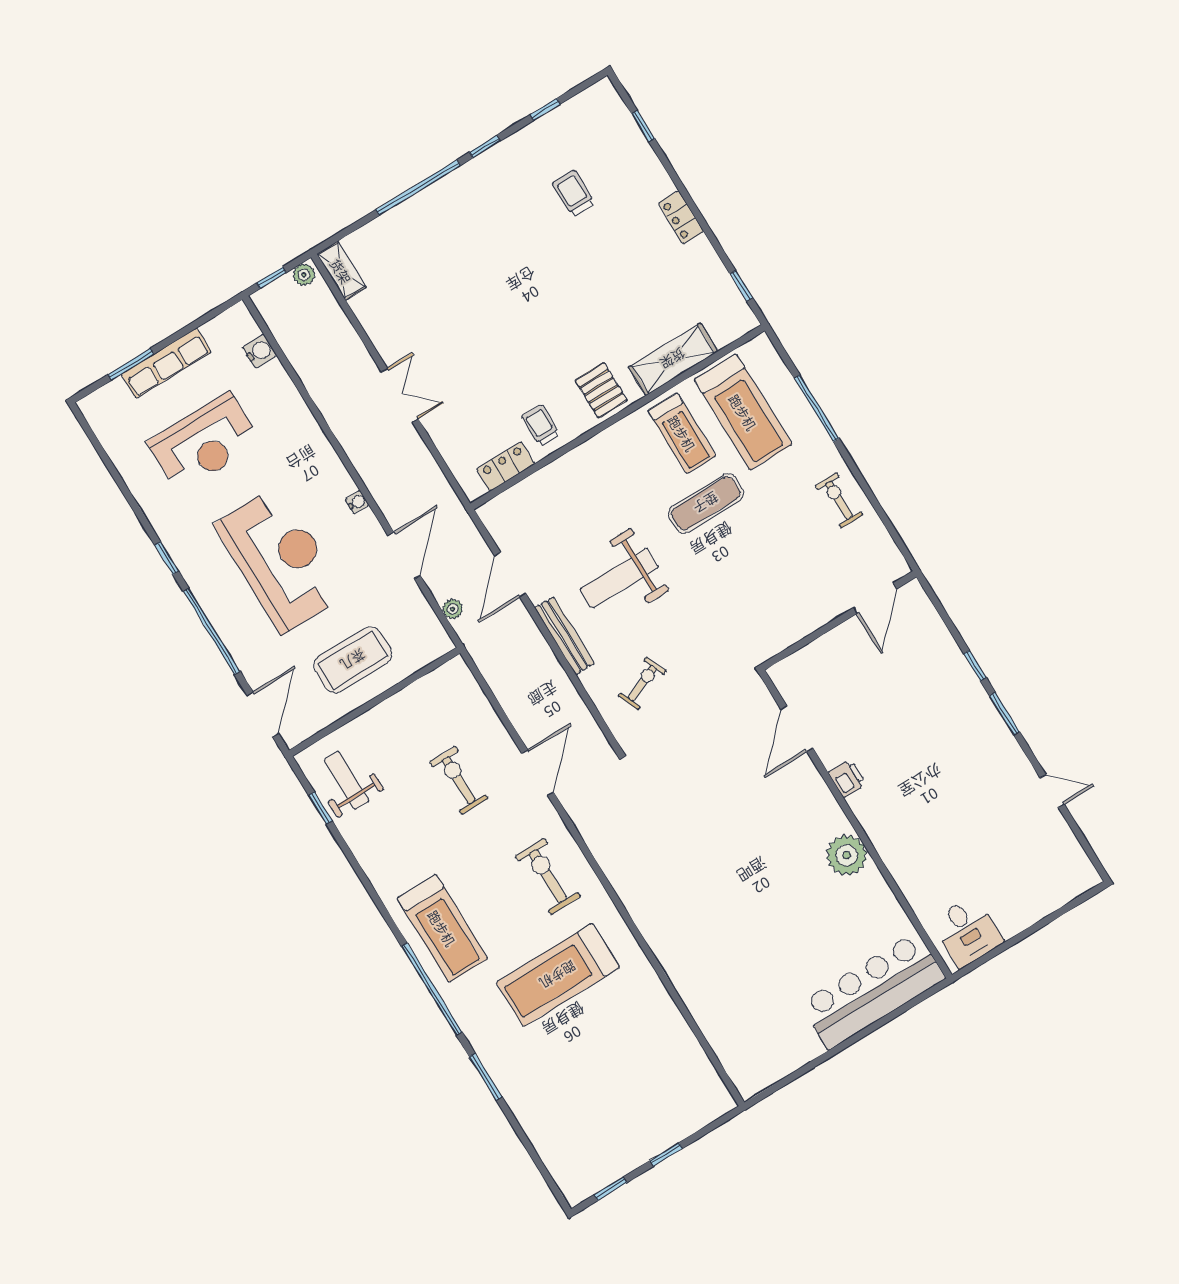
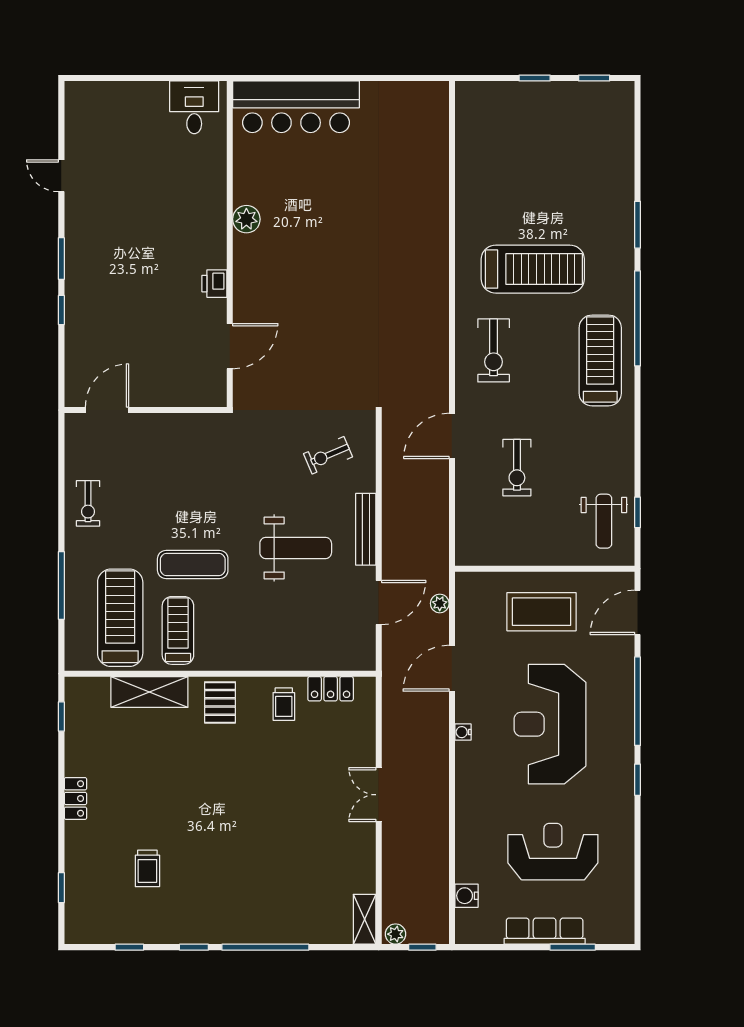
plant: (847, 855) -> (246, 219), width x0.73, depth x0.73

